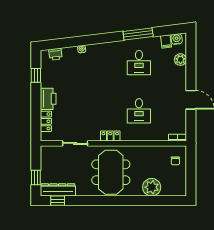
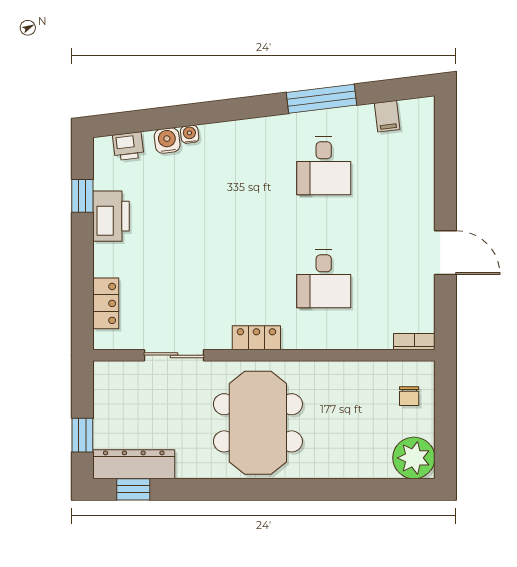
water cooler: (177, 39) -> (167, 141), moved
plant: (180, 60) -> (421, 159), removed
printer: (48, 99) -> (111, 216), moved
plant: (152, 187) -> (414, 458), moved

